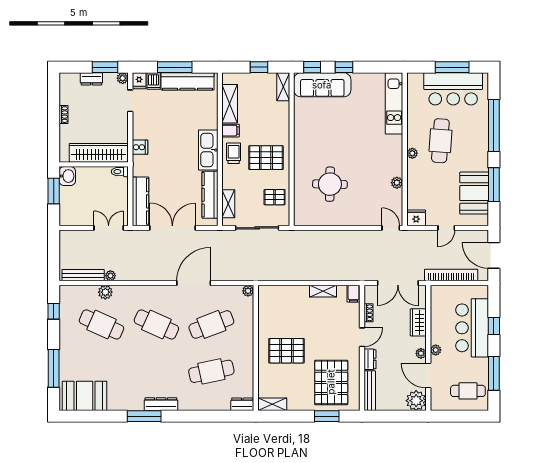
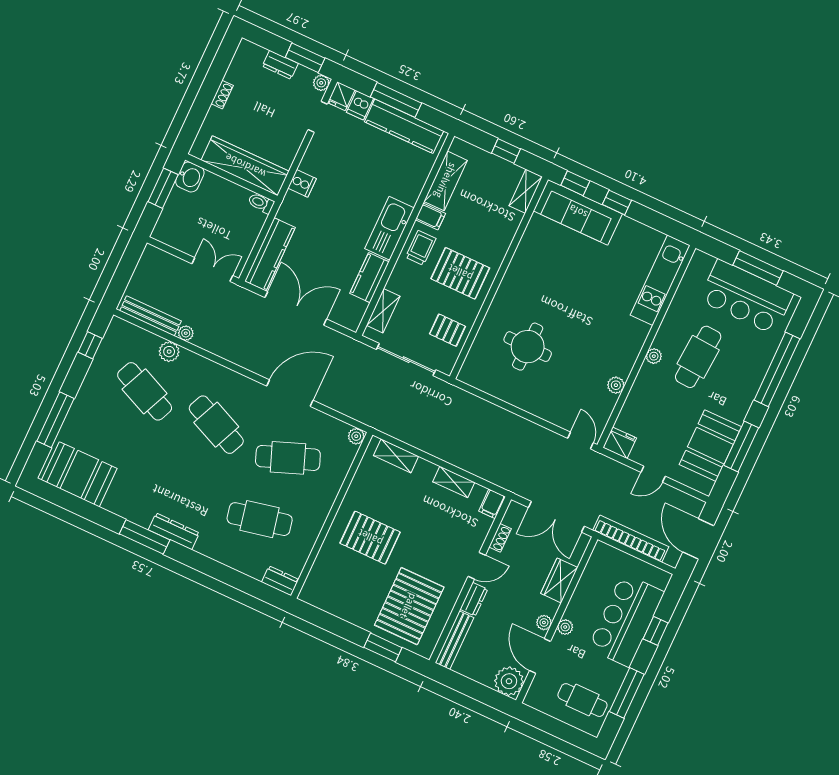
kitchen counter: (210, 195) -> (369, 278), width x0.67
shelving: (272, 404) -> (396, 456), moved

